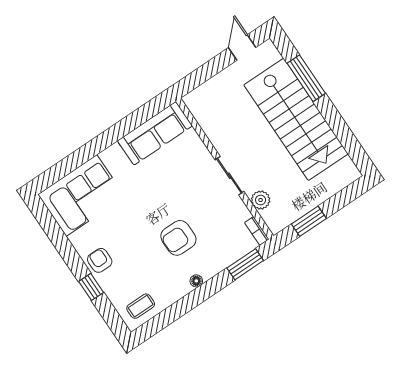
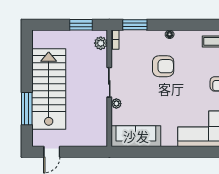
plant: (204, 156) -> (116, 104), added
plant: (261, 200) -> (101, 43), moved

